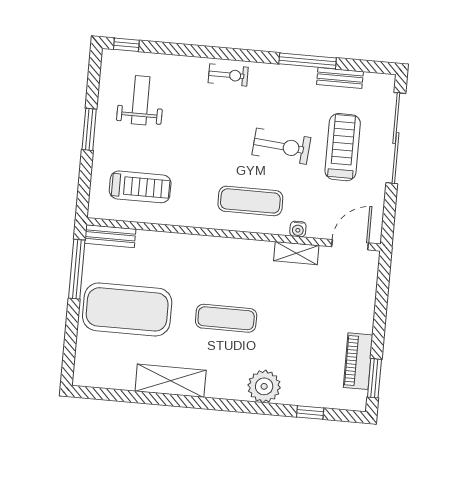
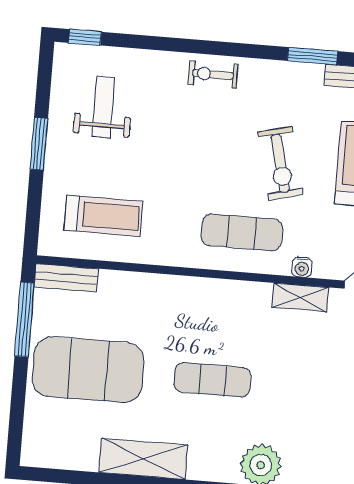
window: (308, 61) -> (312, 56), width x0.69
exercise bike: (228, 75) -> (213, 74), turned 180
exercise bike: (281, 146) -> (280, 163), turned 71

